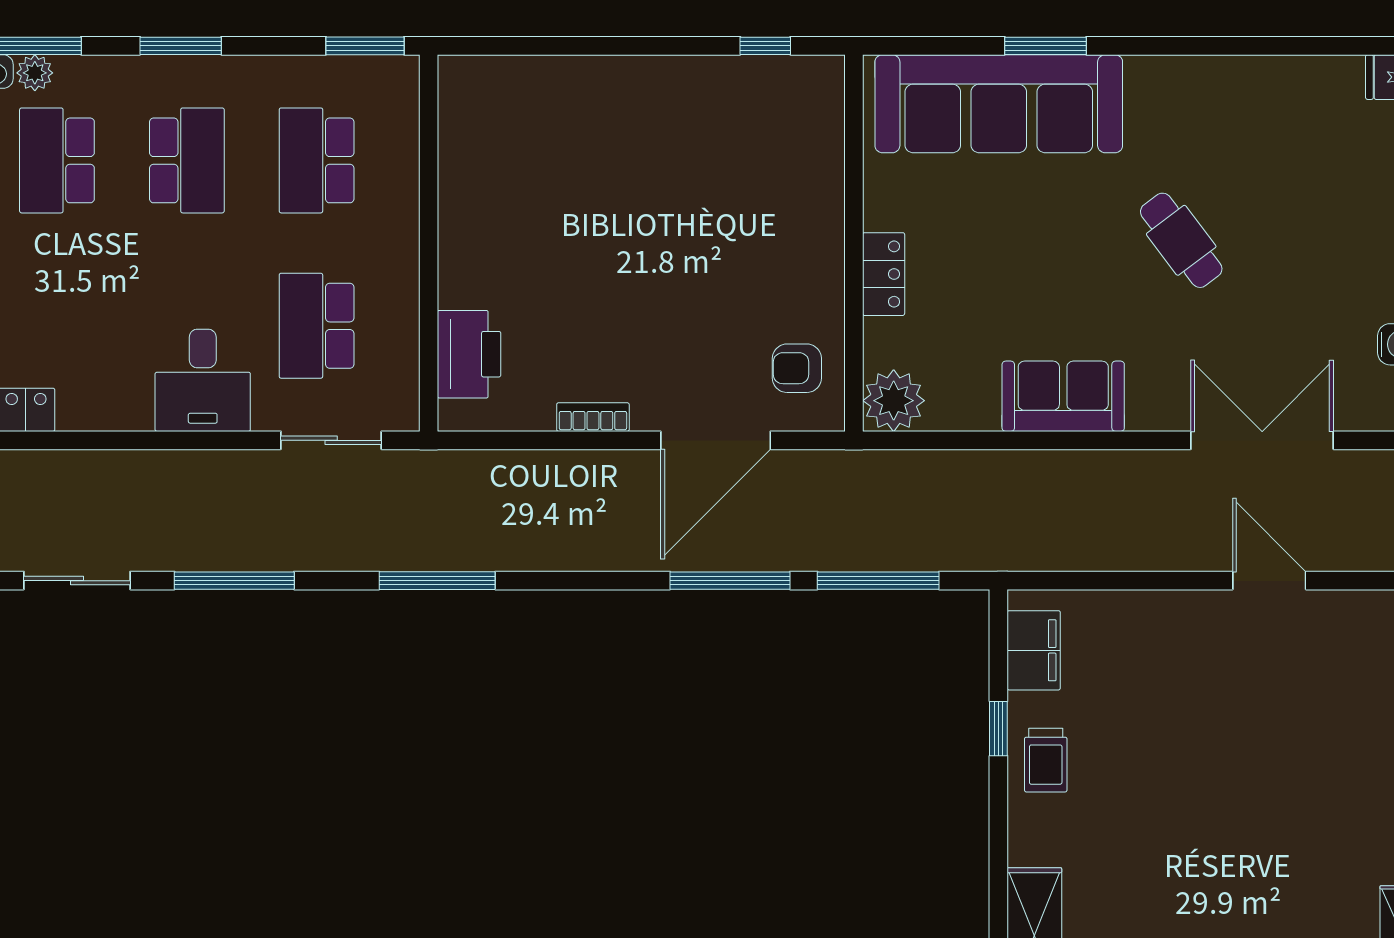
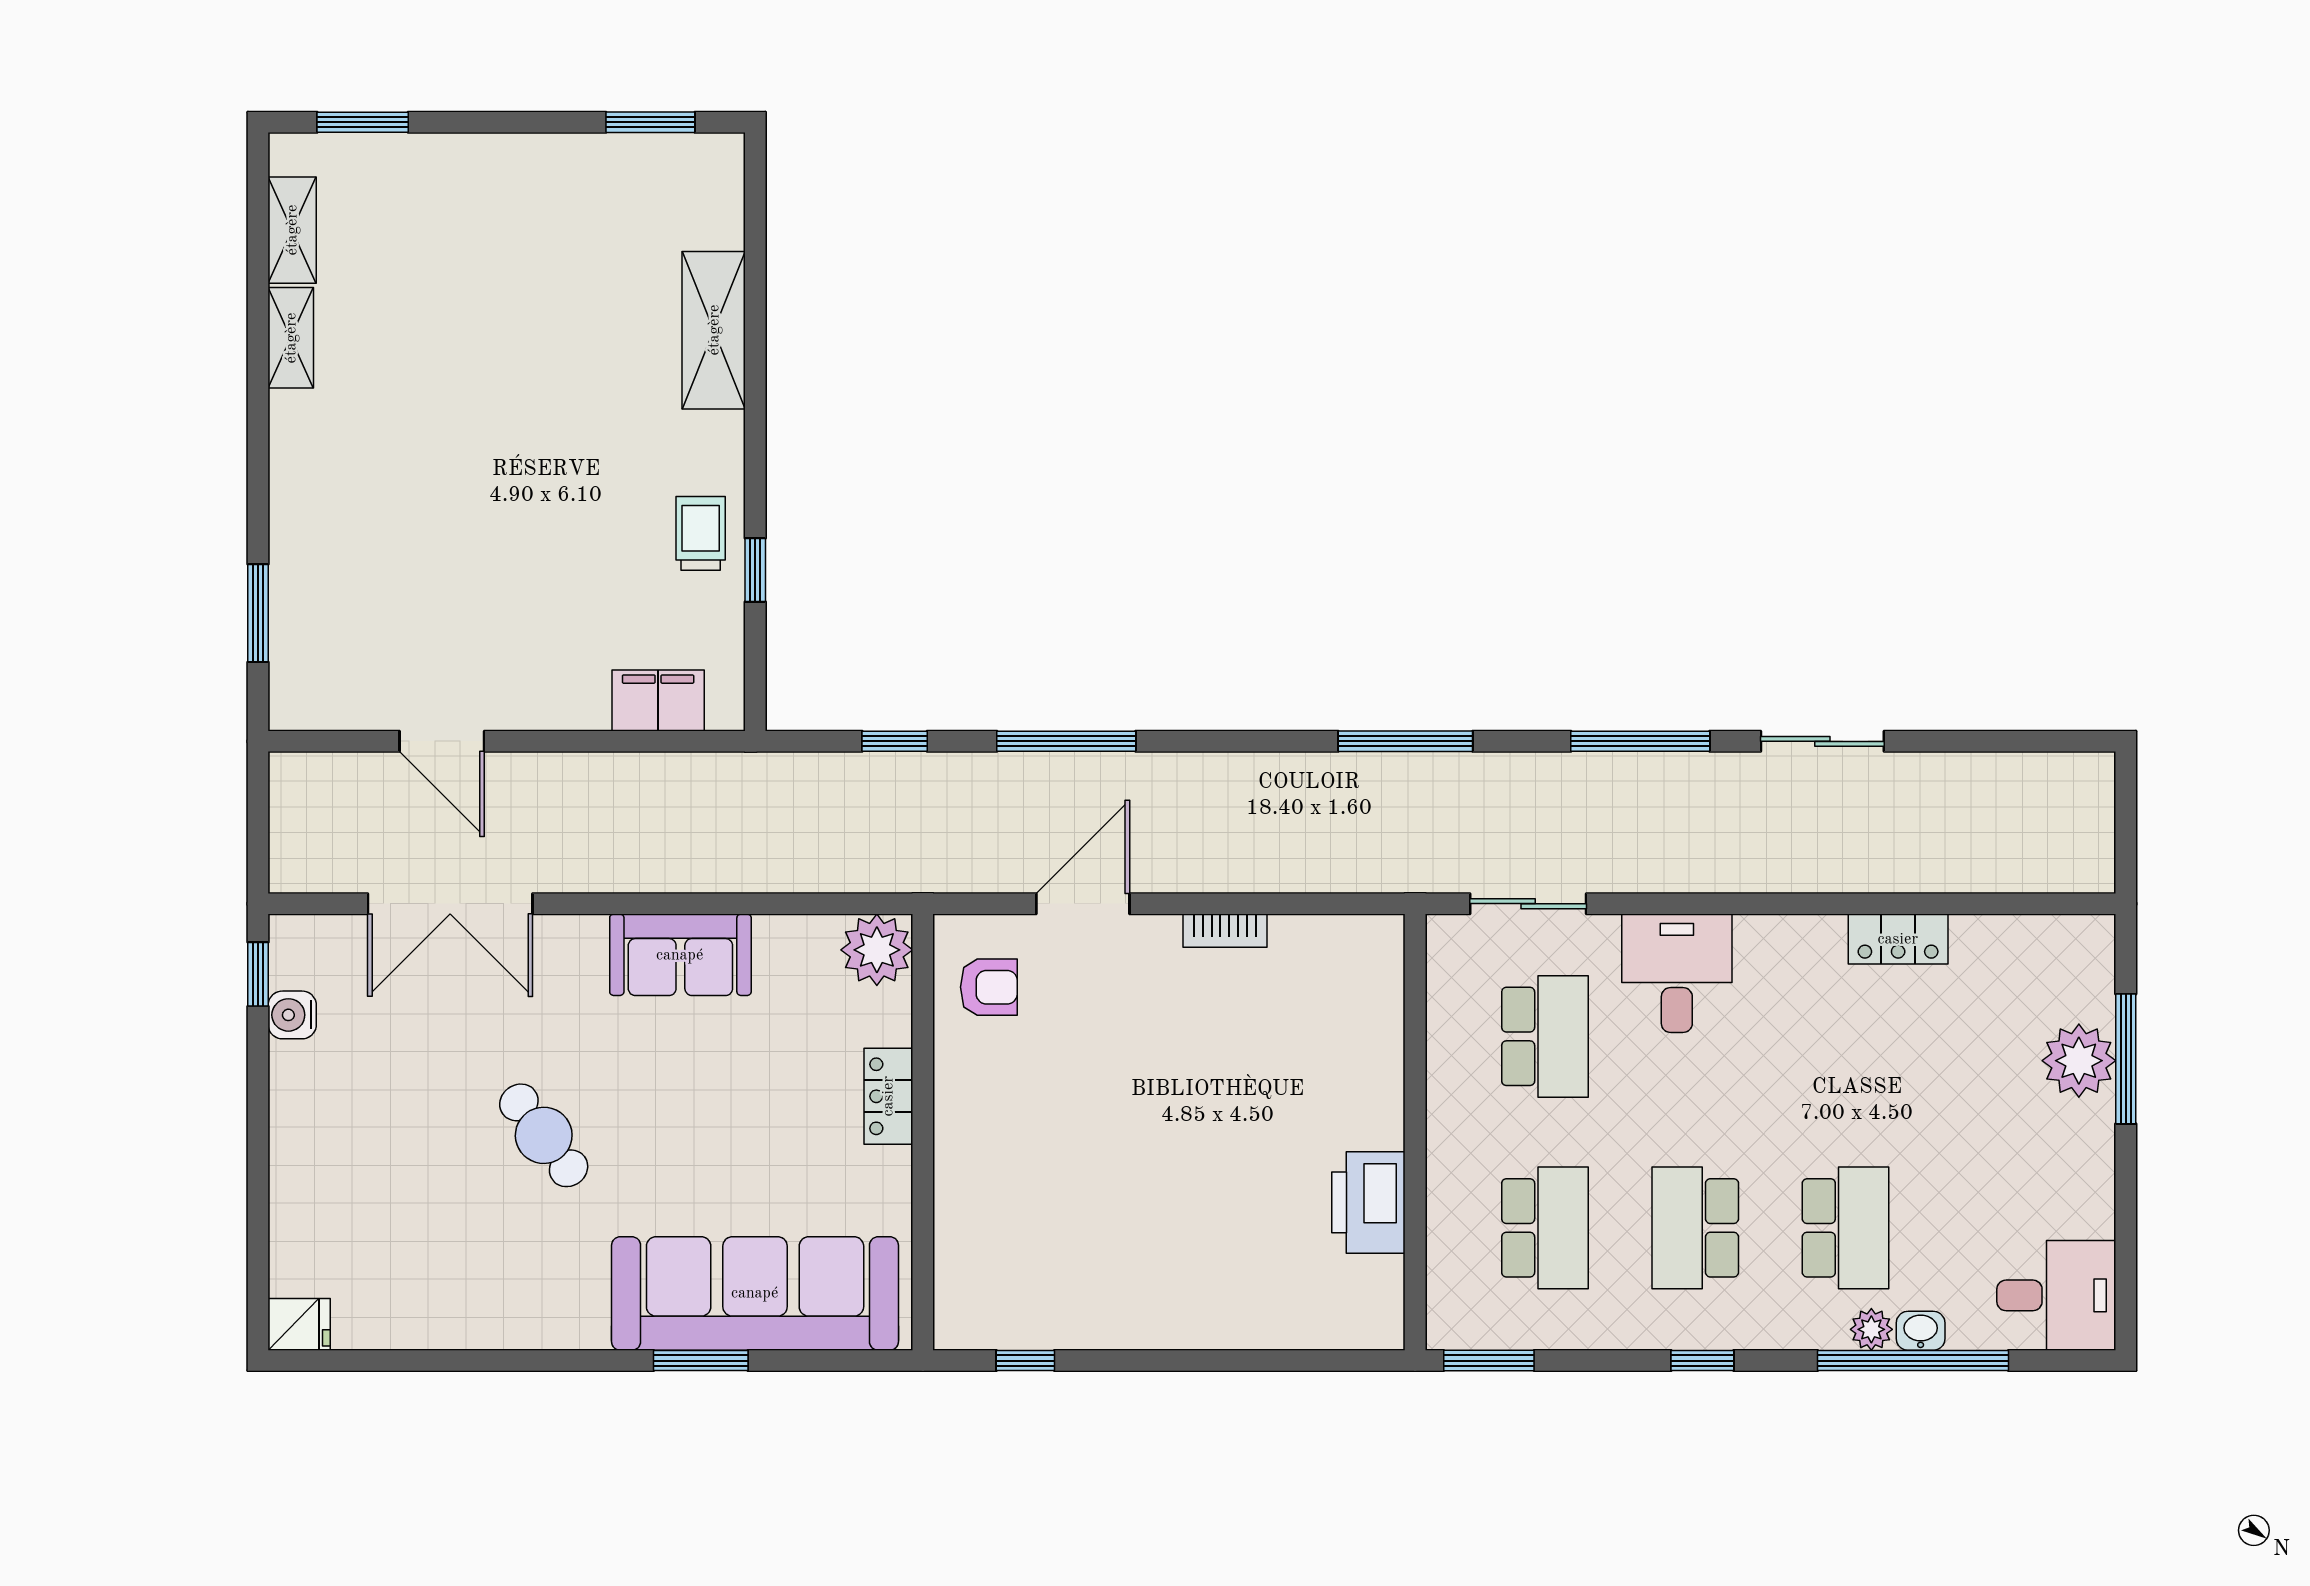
window: (181, 46) -> (1702, 1361), width x0.67
printer: (469, 354) -> (1368, 1202), moved
door: (716, 440) -> (1083, 904), width x0.73
window: (878, 581) -> (895, 741), width x0.46
filing cabinet: (1034, 650) -> (658, 701), moved, turned 90

